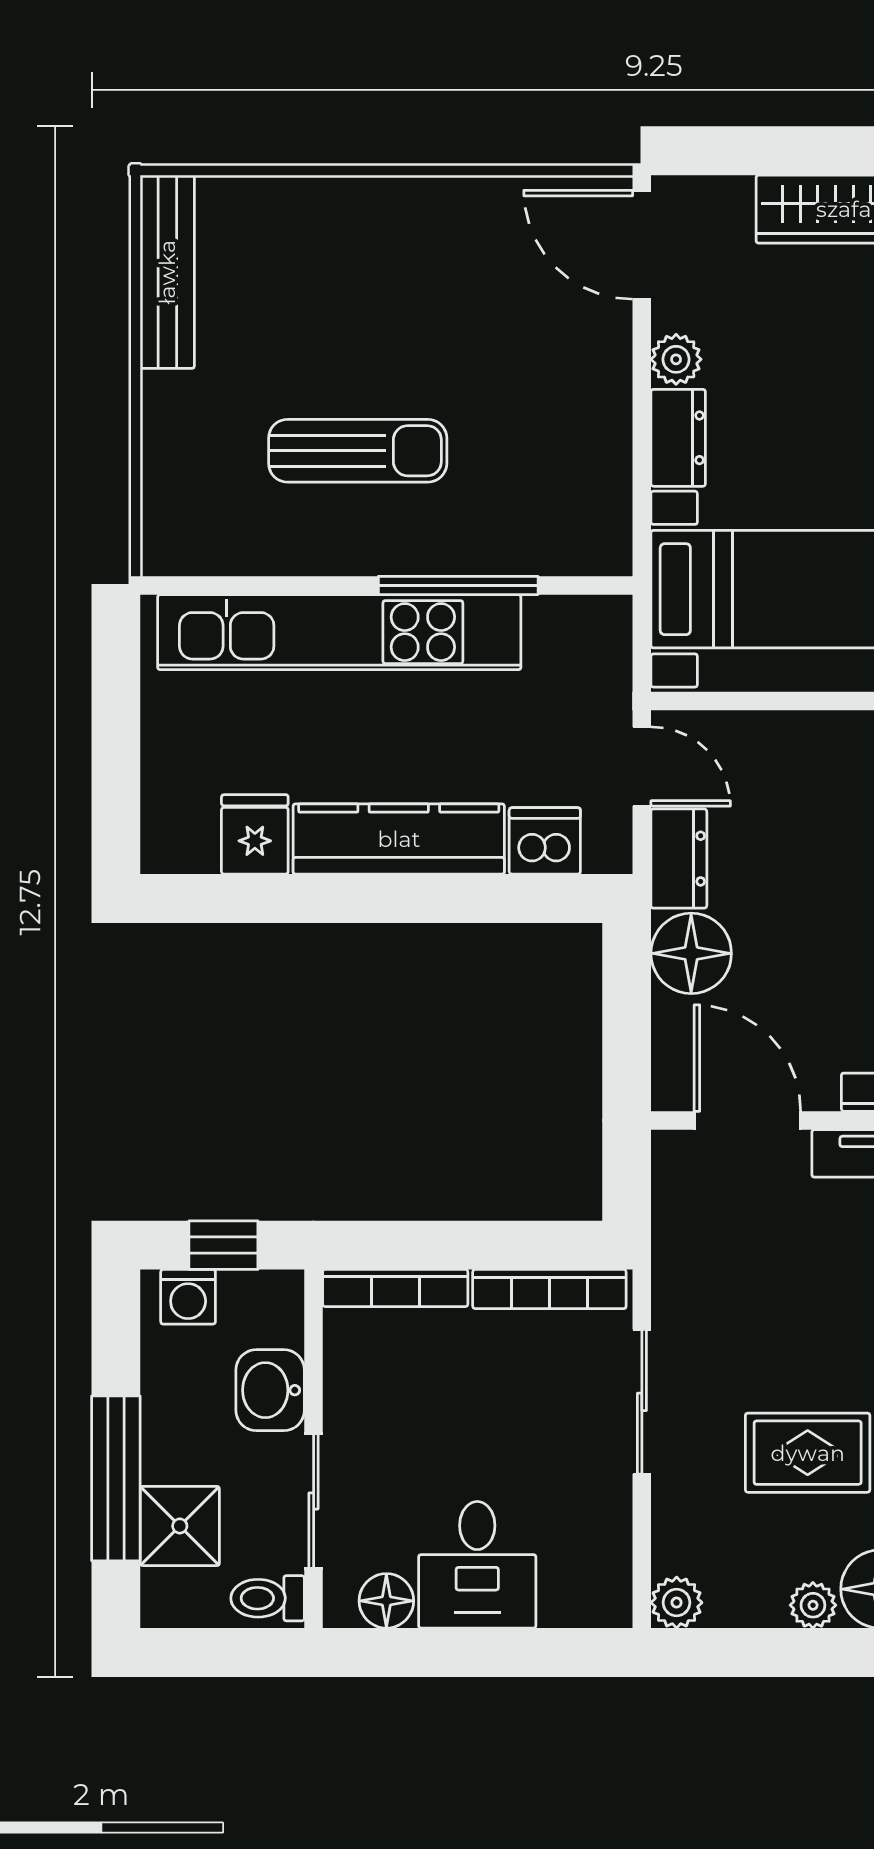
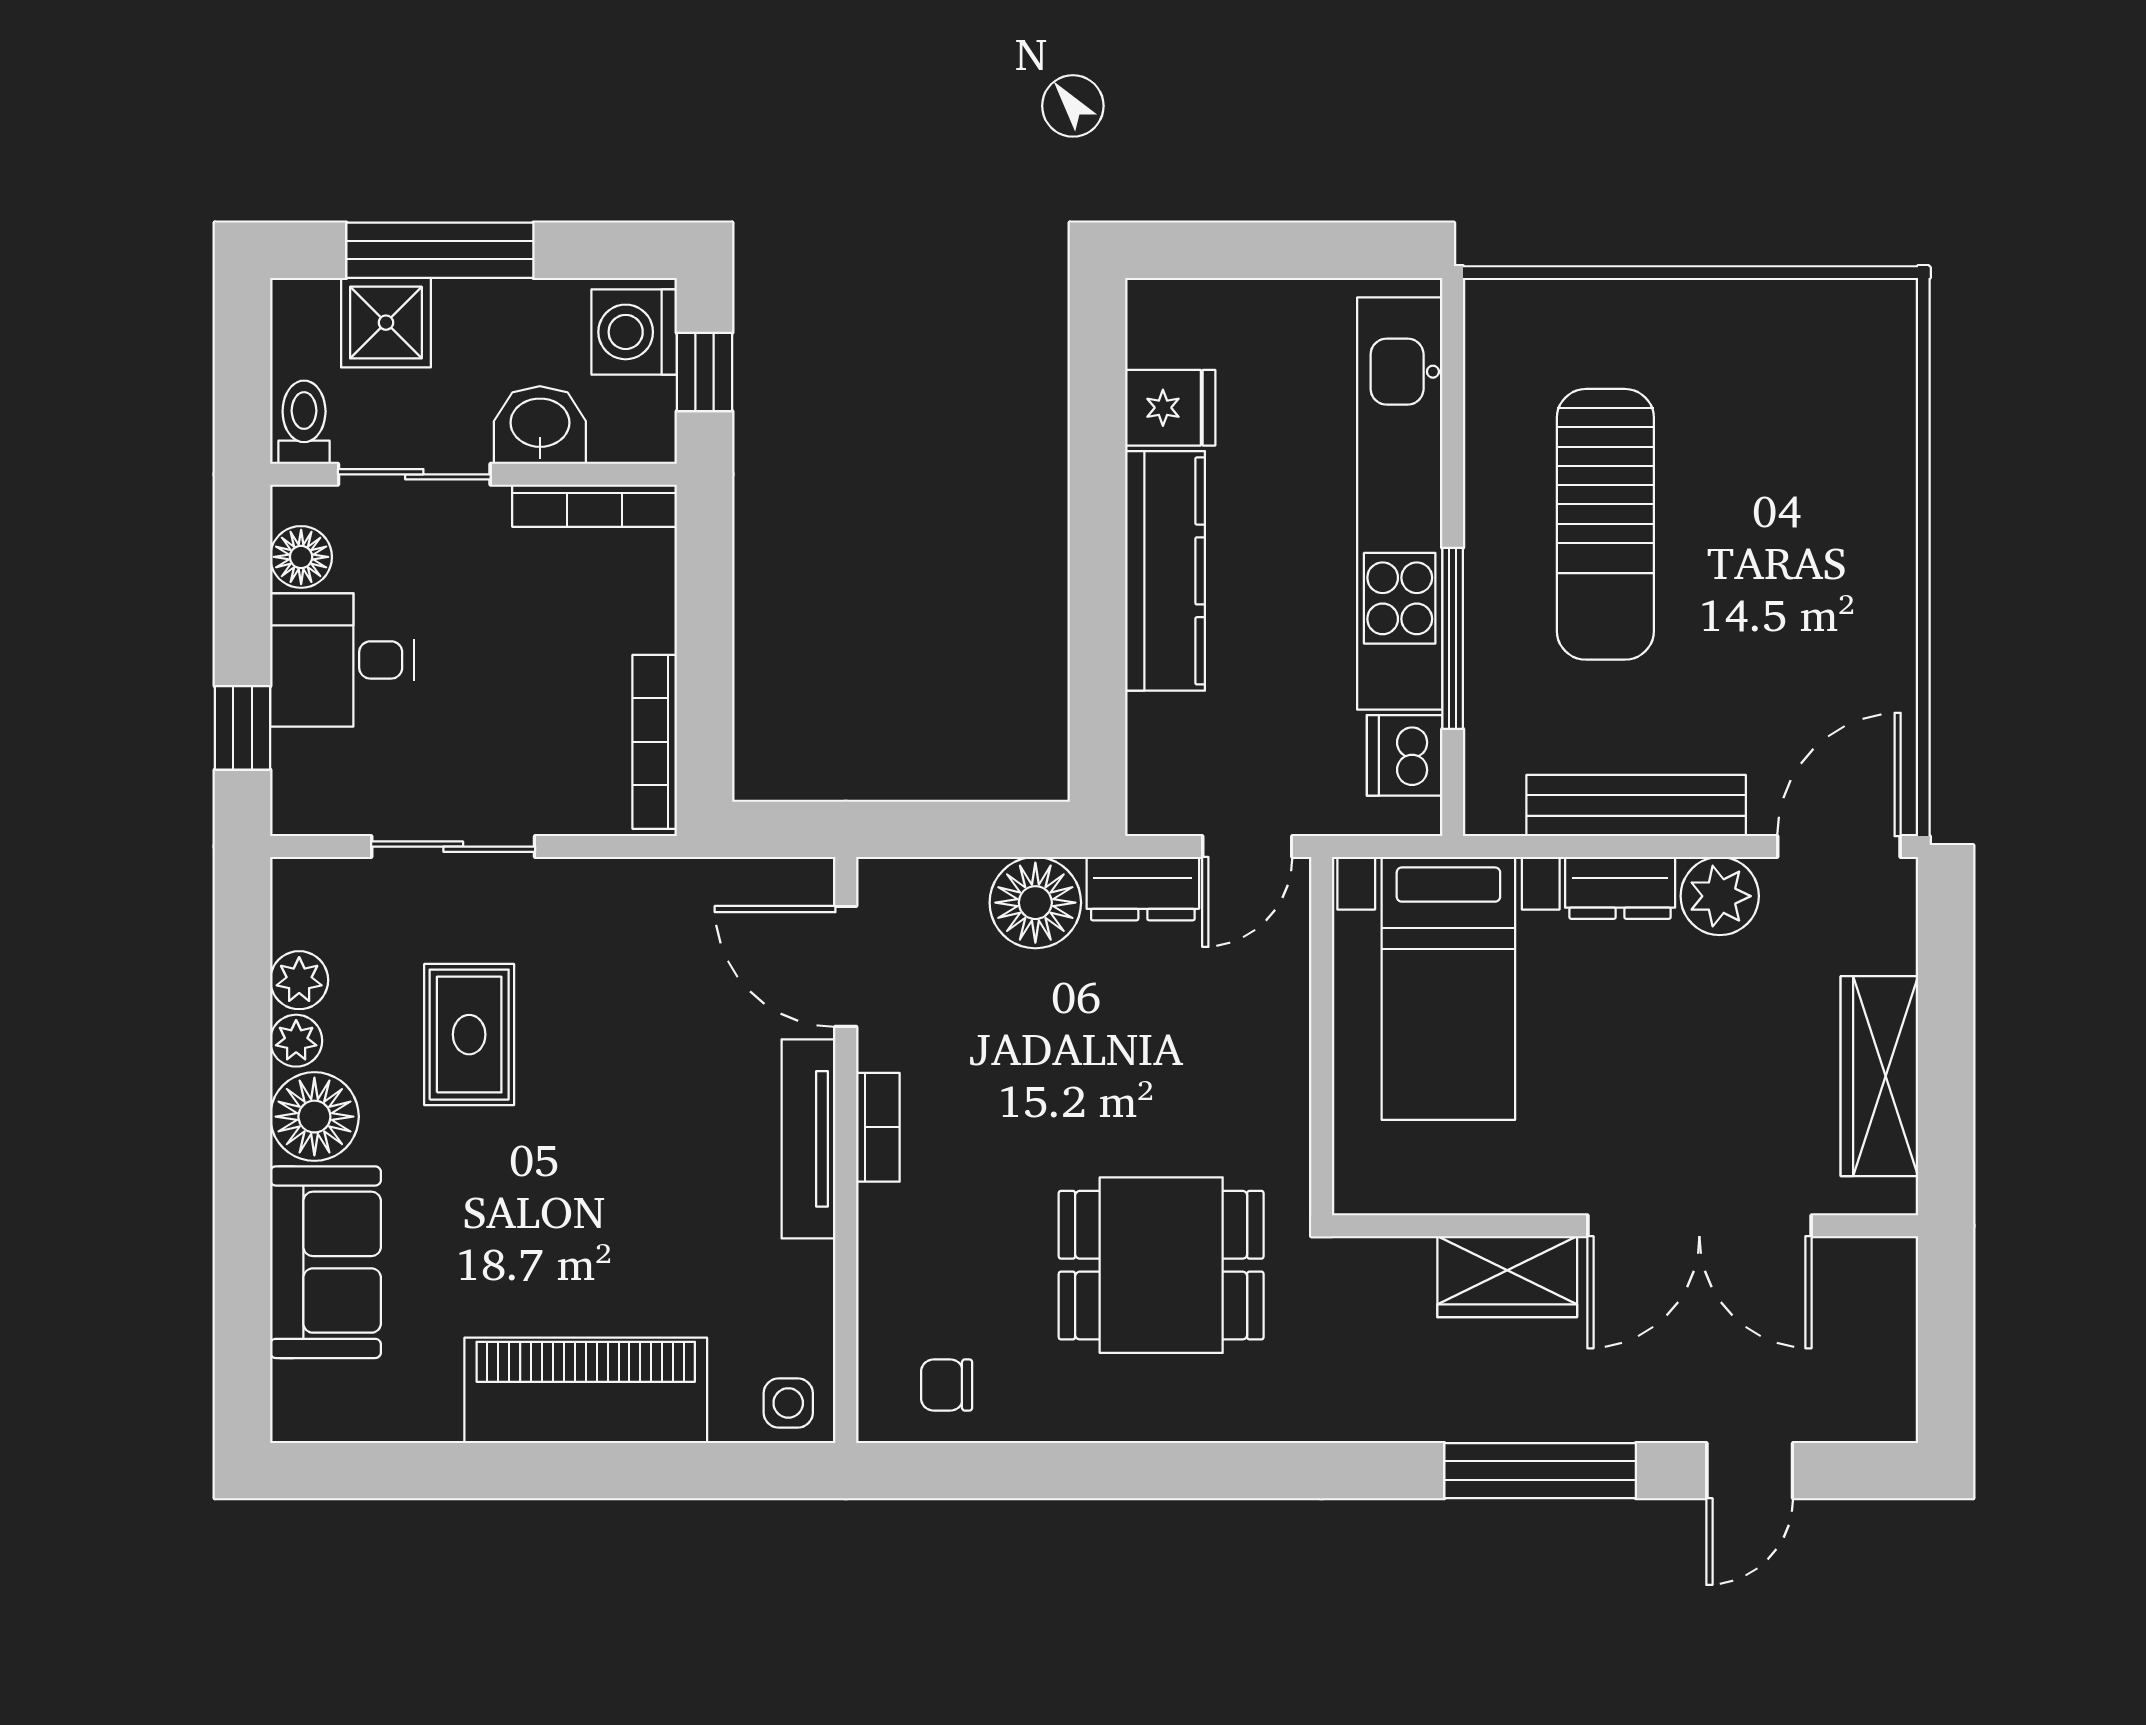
bench: (167, 272) -> (1636, 806), moved
plant: (676, 359) -> (1720, 896), width x1.38, depth x1.38
sun lounger: (358, 451) -> (1605, 524), width x1.36, depth x1.34
dishwasher: (545, 841) -> (1405, 755), moved, turned 180
door: (747, 1120) -> (846, 966), swing flipped
bookcase: (395, 1288) -> (595, 506), moved, turned -90
washing machine: (188, 1297) -> (634, 332), width x1.38, depth x1.38
sliding door: (642, 1402) -> (453, 847), moved
plant: (677, 1603) -> (299, 980), moved
window: (537, 1652) -> (243, 728), added

